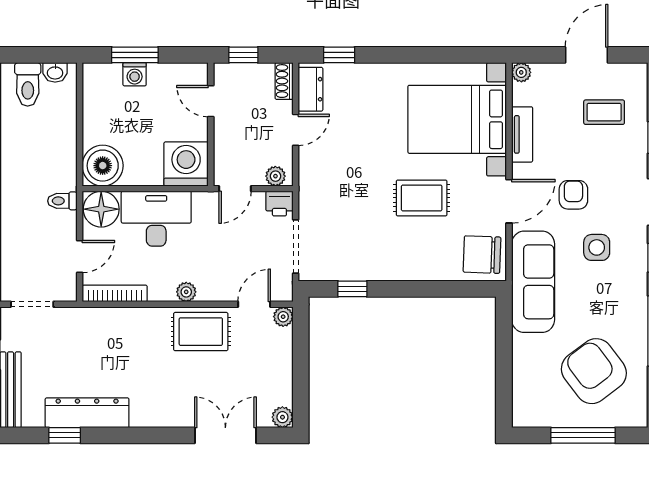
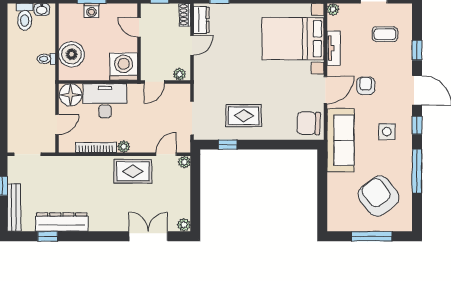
boiler: (103, 166) -> (71, 54), moved
rug: (422, 198) -> (244, 116), moved
toilet: (62, 201) -> (46, 59), moved
printer: (279, 204) -> (182, 91), removed
side table: (597, 247) -> (387, 132), moved
bookcase: (115, 293) -> (96, 147), moved

